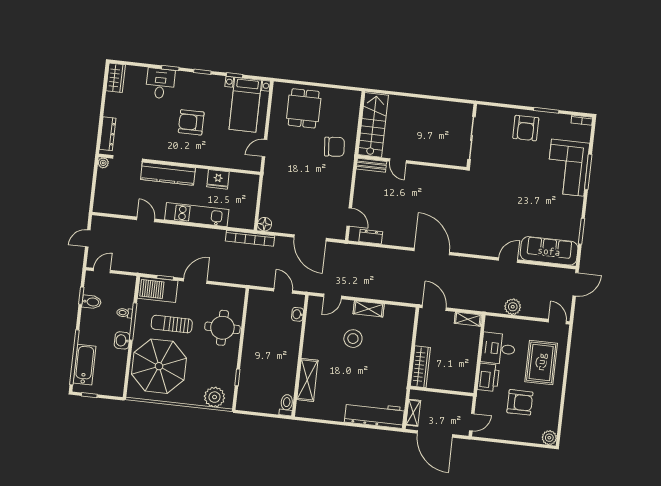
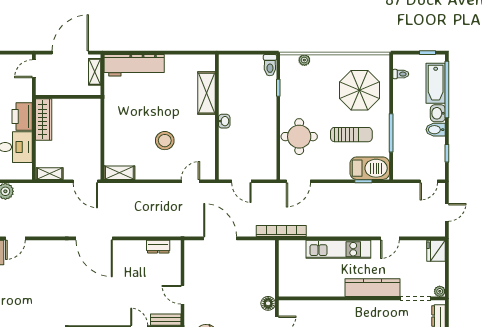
fridge: (218, 179) -> (436, 251), moved, turned -90
door: (349, 217) -> (182, 295), moved
door: (146, 219) -> (390, 238), hinge flipped
floor lamp: (265, 224) -> (268, 303), moved
door: (195, 281) -> (298, 181), moved
bidet: (92, 302) -> (436, 130), moved
shelving: (369, 309) -> (119, 173), moved
toilet: (125, 313) -> (401, 74), moved
washbasin: (297, 314) -> (224, 121), moved
washbasin: (122, 340) -> (438, 113), moved, turned 180
parasol: (159, 366) -> (360, 90), width x0.73, depth x0.73
wardrobe: (420, 367) -> (44, 120), moved, turned 180
plant: (215, 397) -> (304, 60), width x0.53, depth x0.53
toilet: (286, 405) -> (270, 65), moved
door: (435, 434) -> (70, 53), hinge flipped

